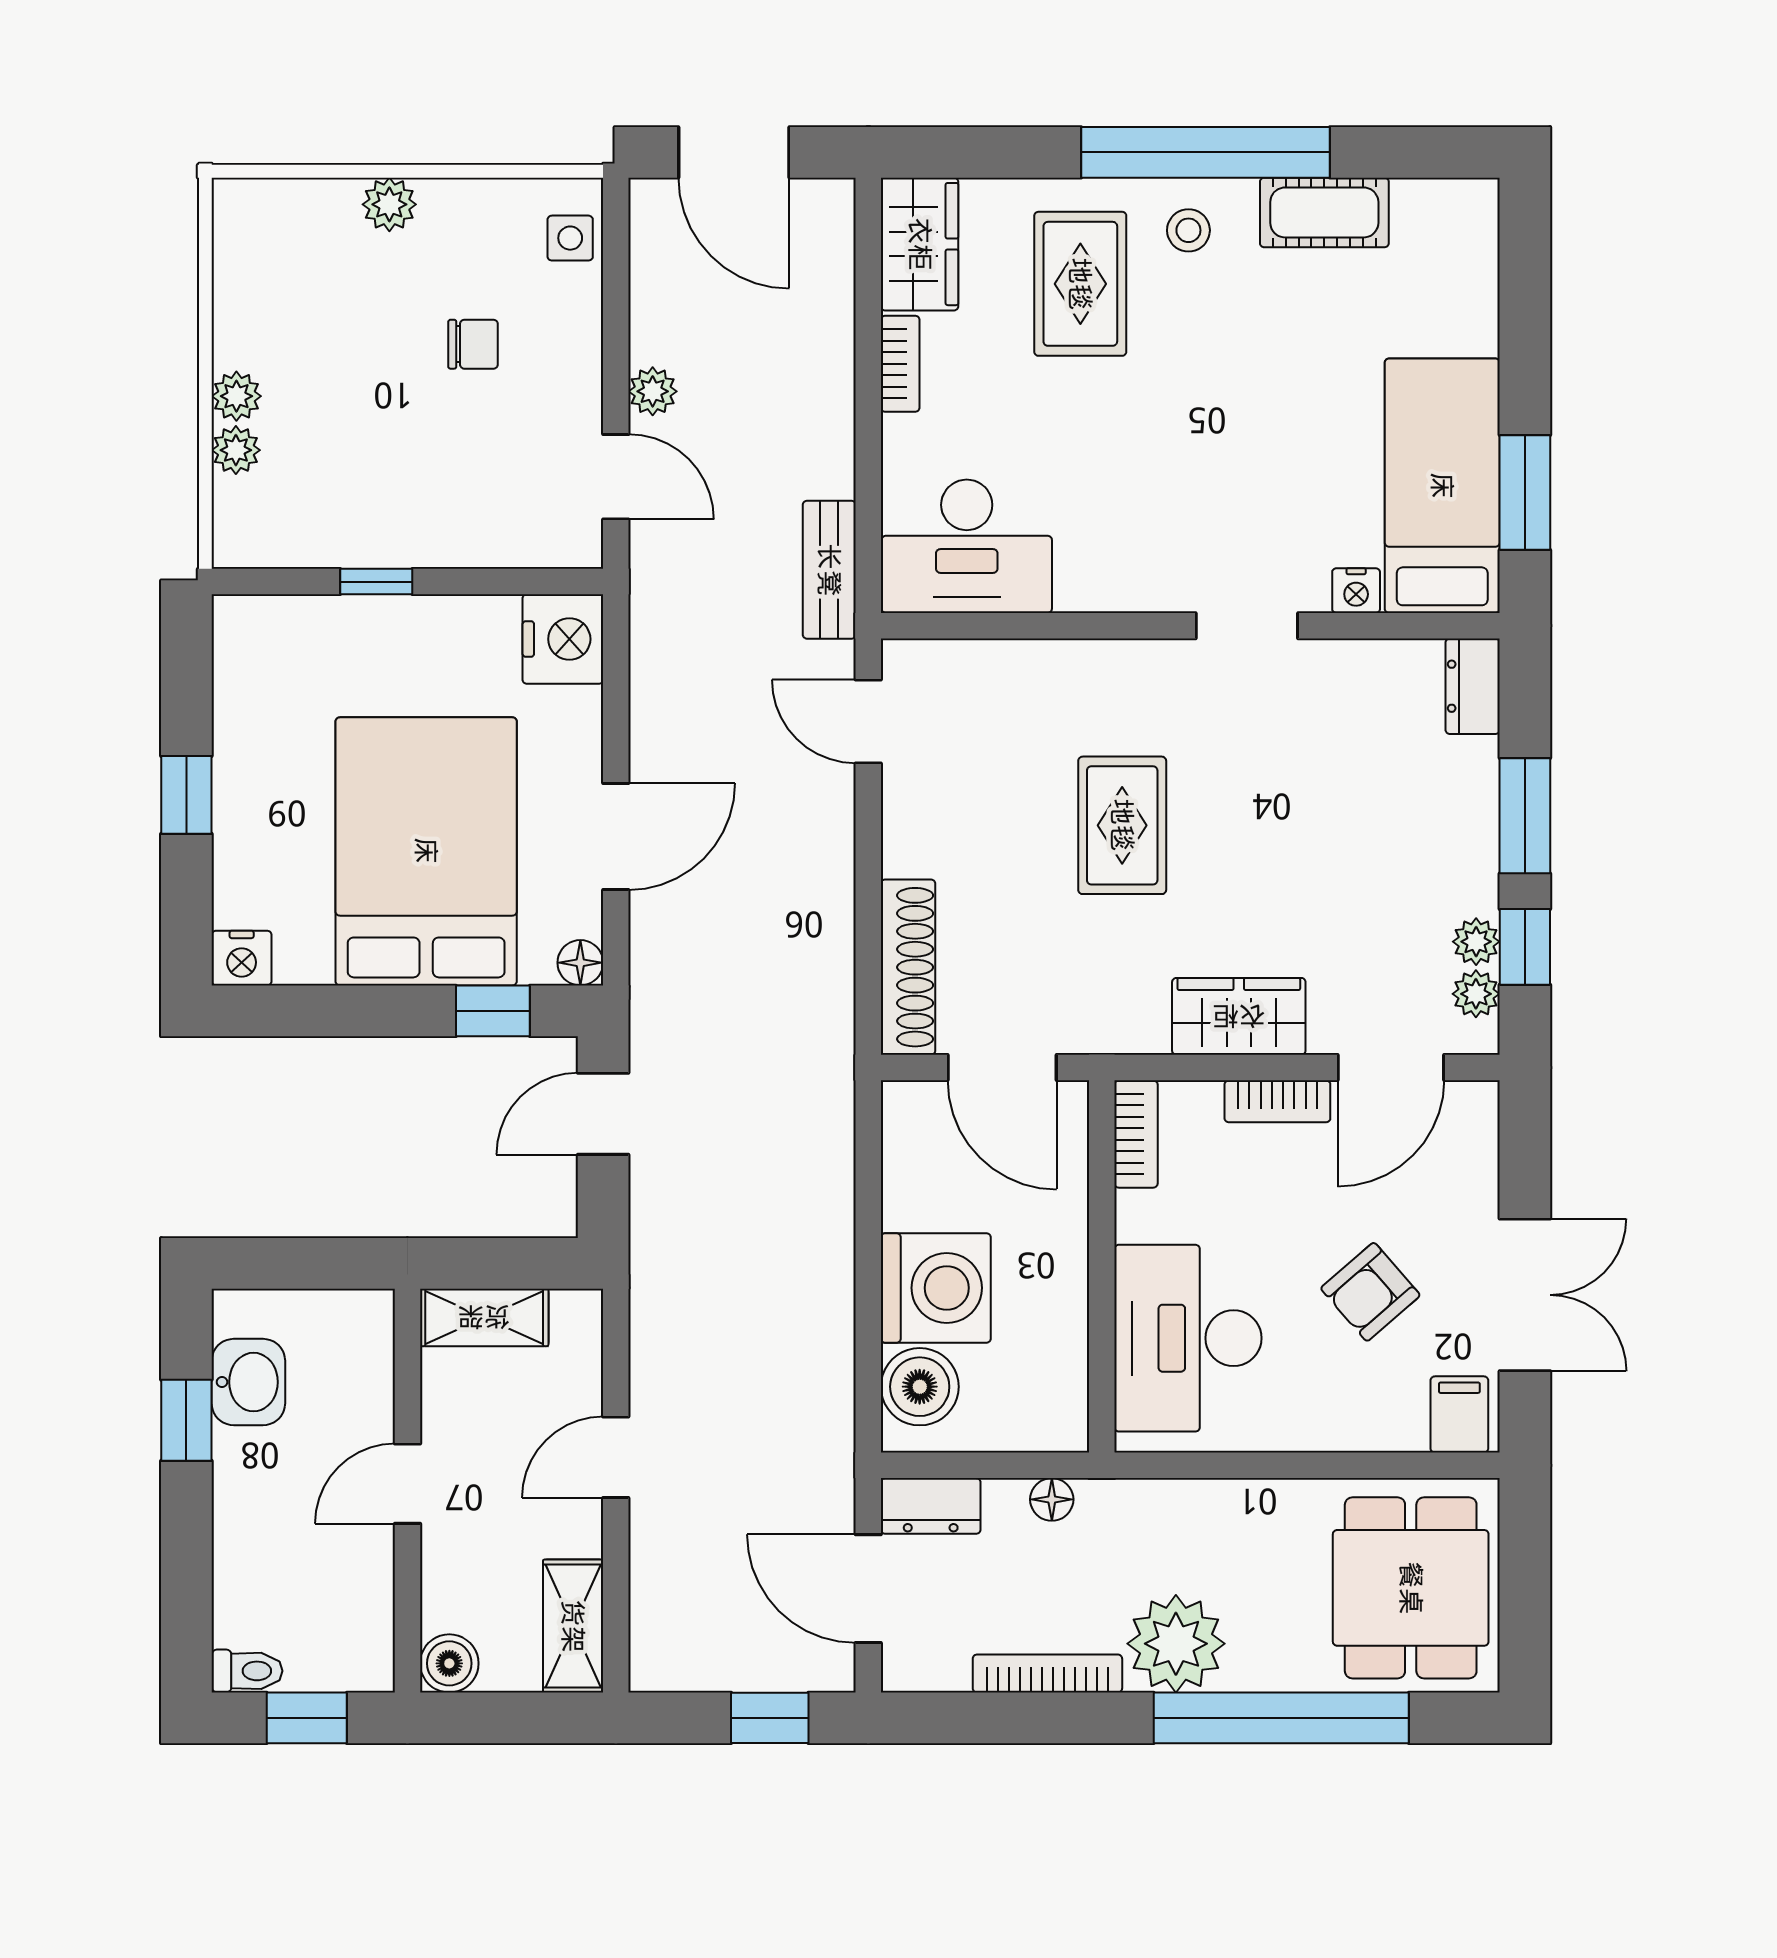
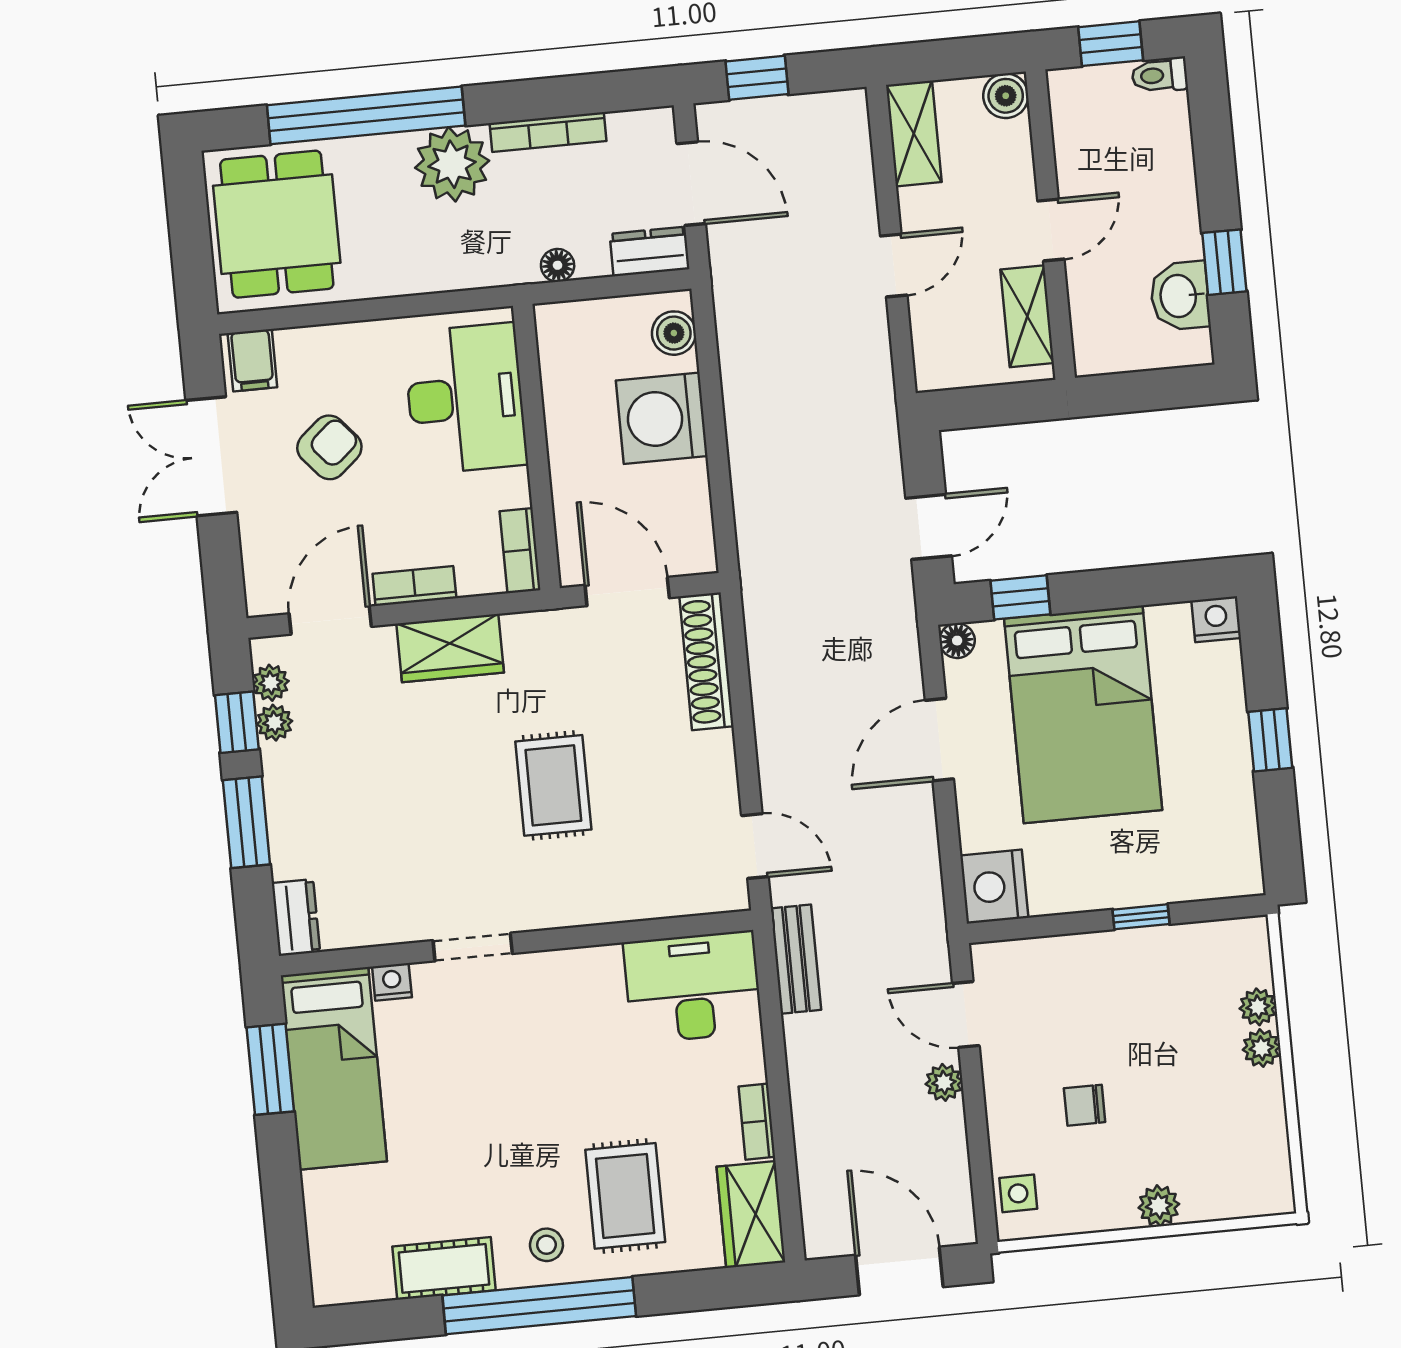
shelving: (484, 1317) -> (1027, 316), moved, turned 90
boiler: (920, 1387) -> (674, 333), width x0.73, depth x0.73

